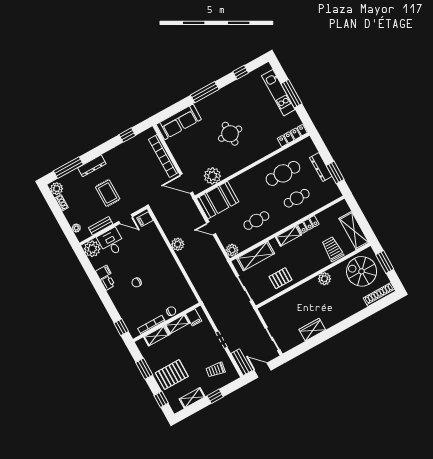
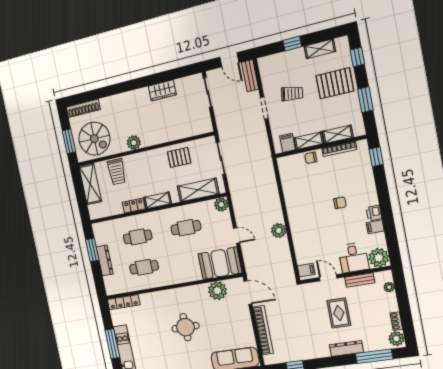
cafe table: (283, 173) -> (144, 267), width x0.73, depth x0.74
trolley: (216, 370) -> (292, 94), moved

